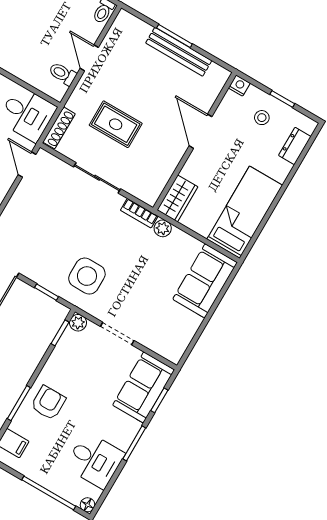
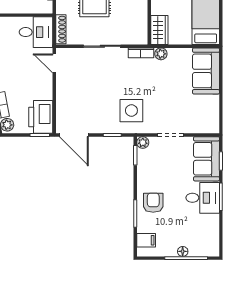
desk: (95, 460) -> (203, 198), moved
floor lamp: (88, 505) -> (183, 251), moved

